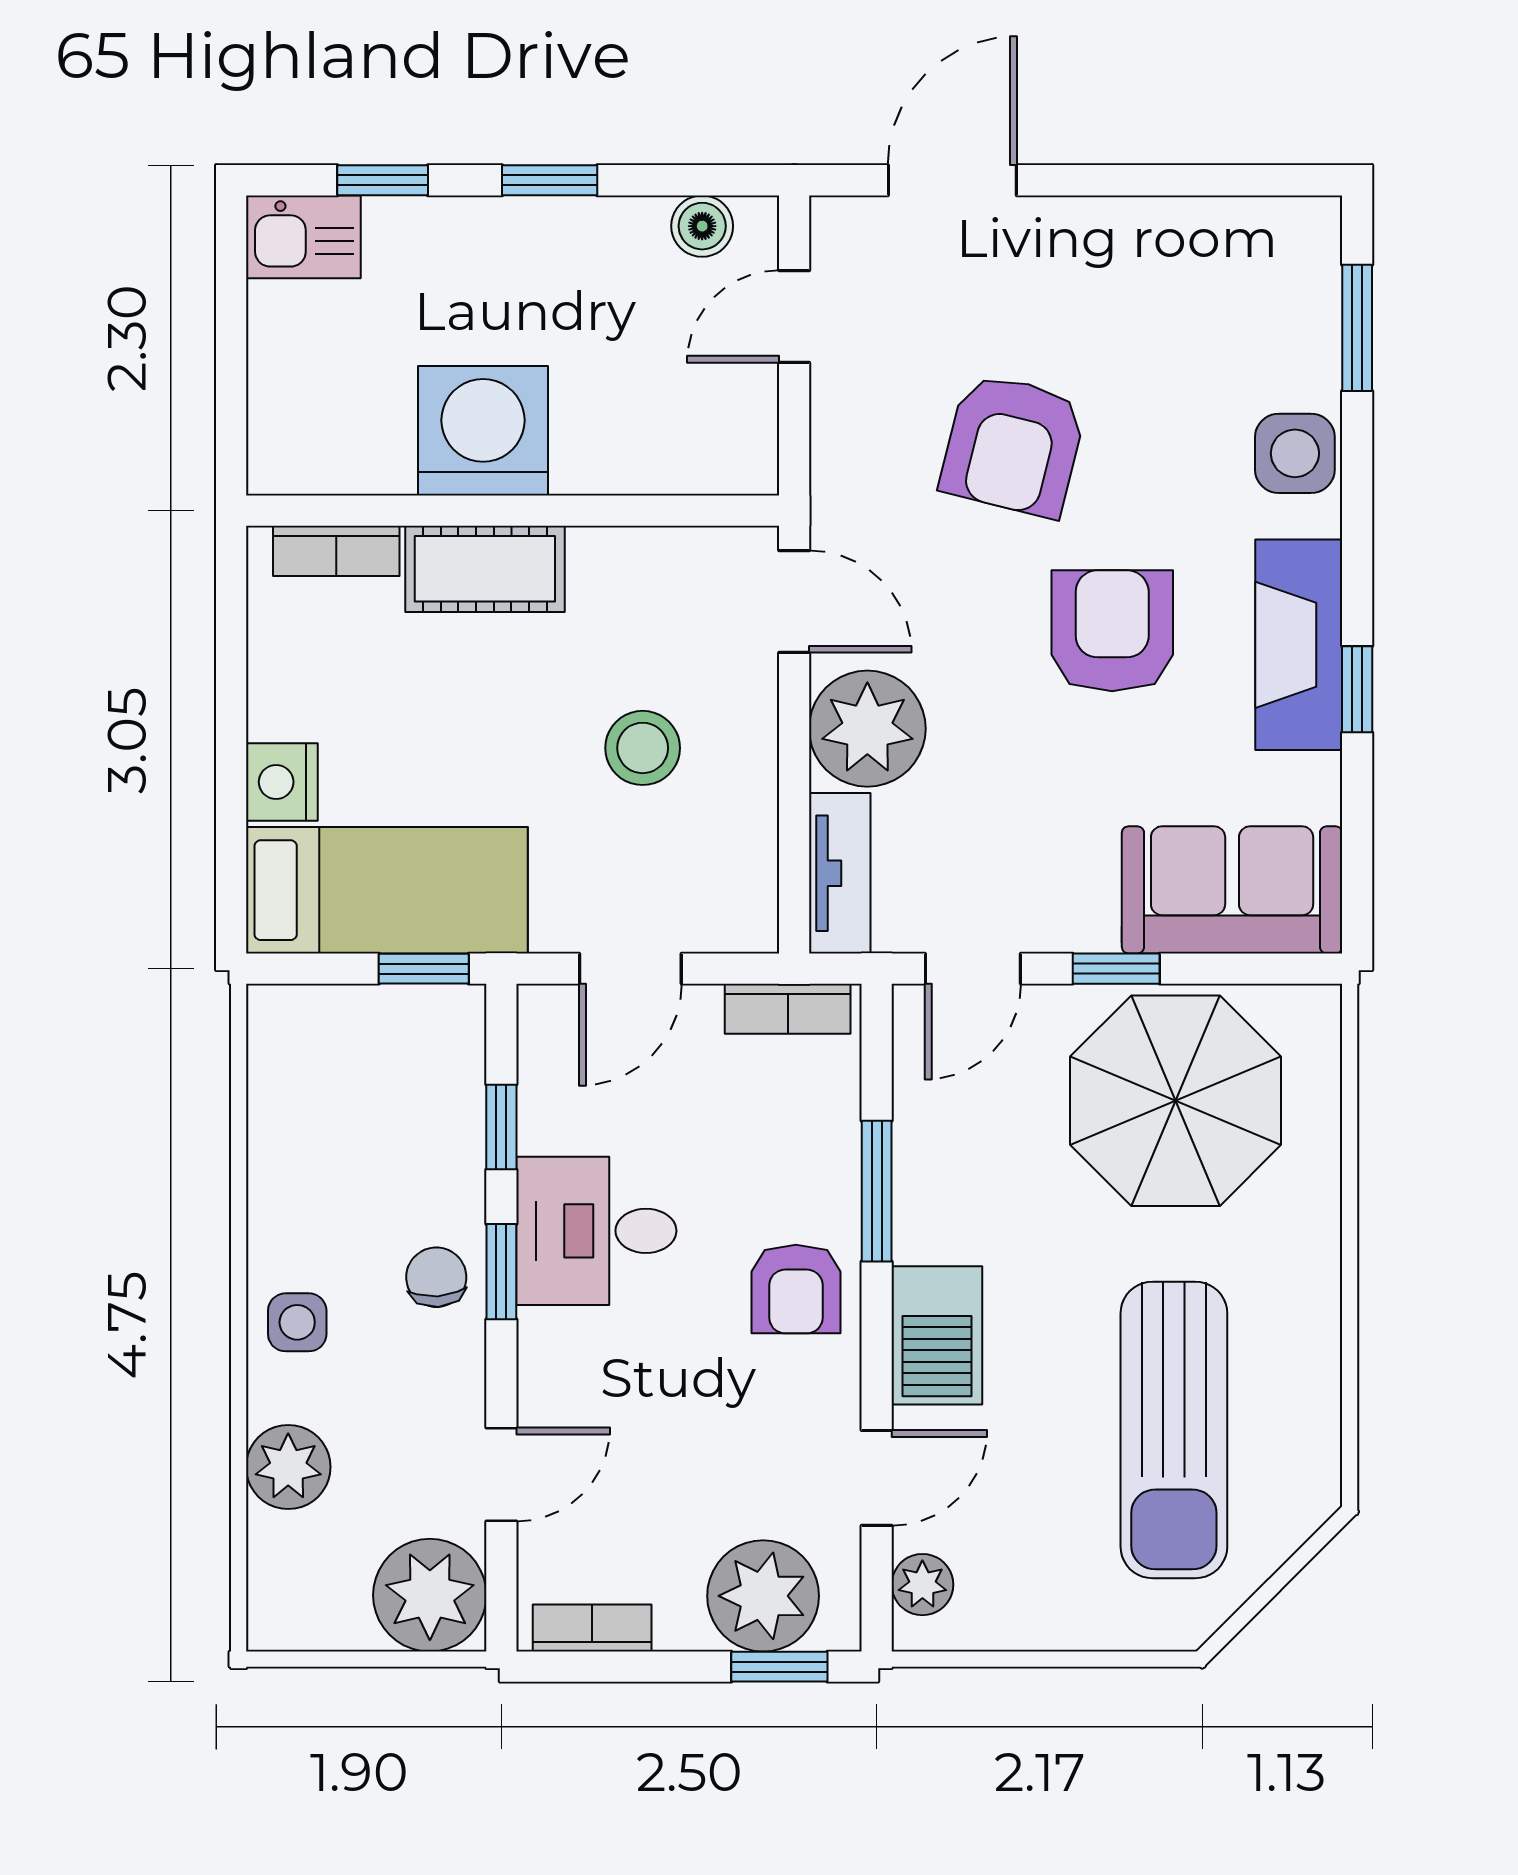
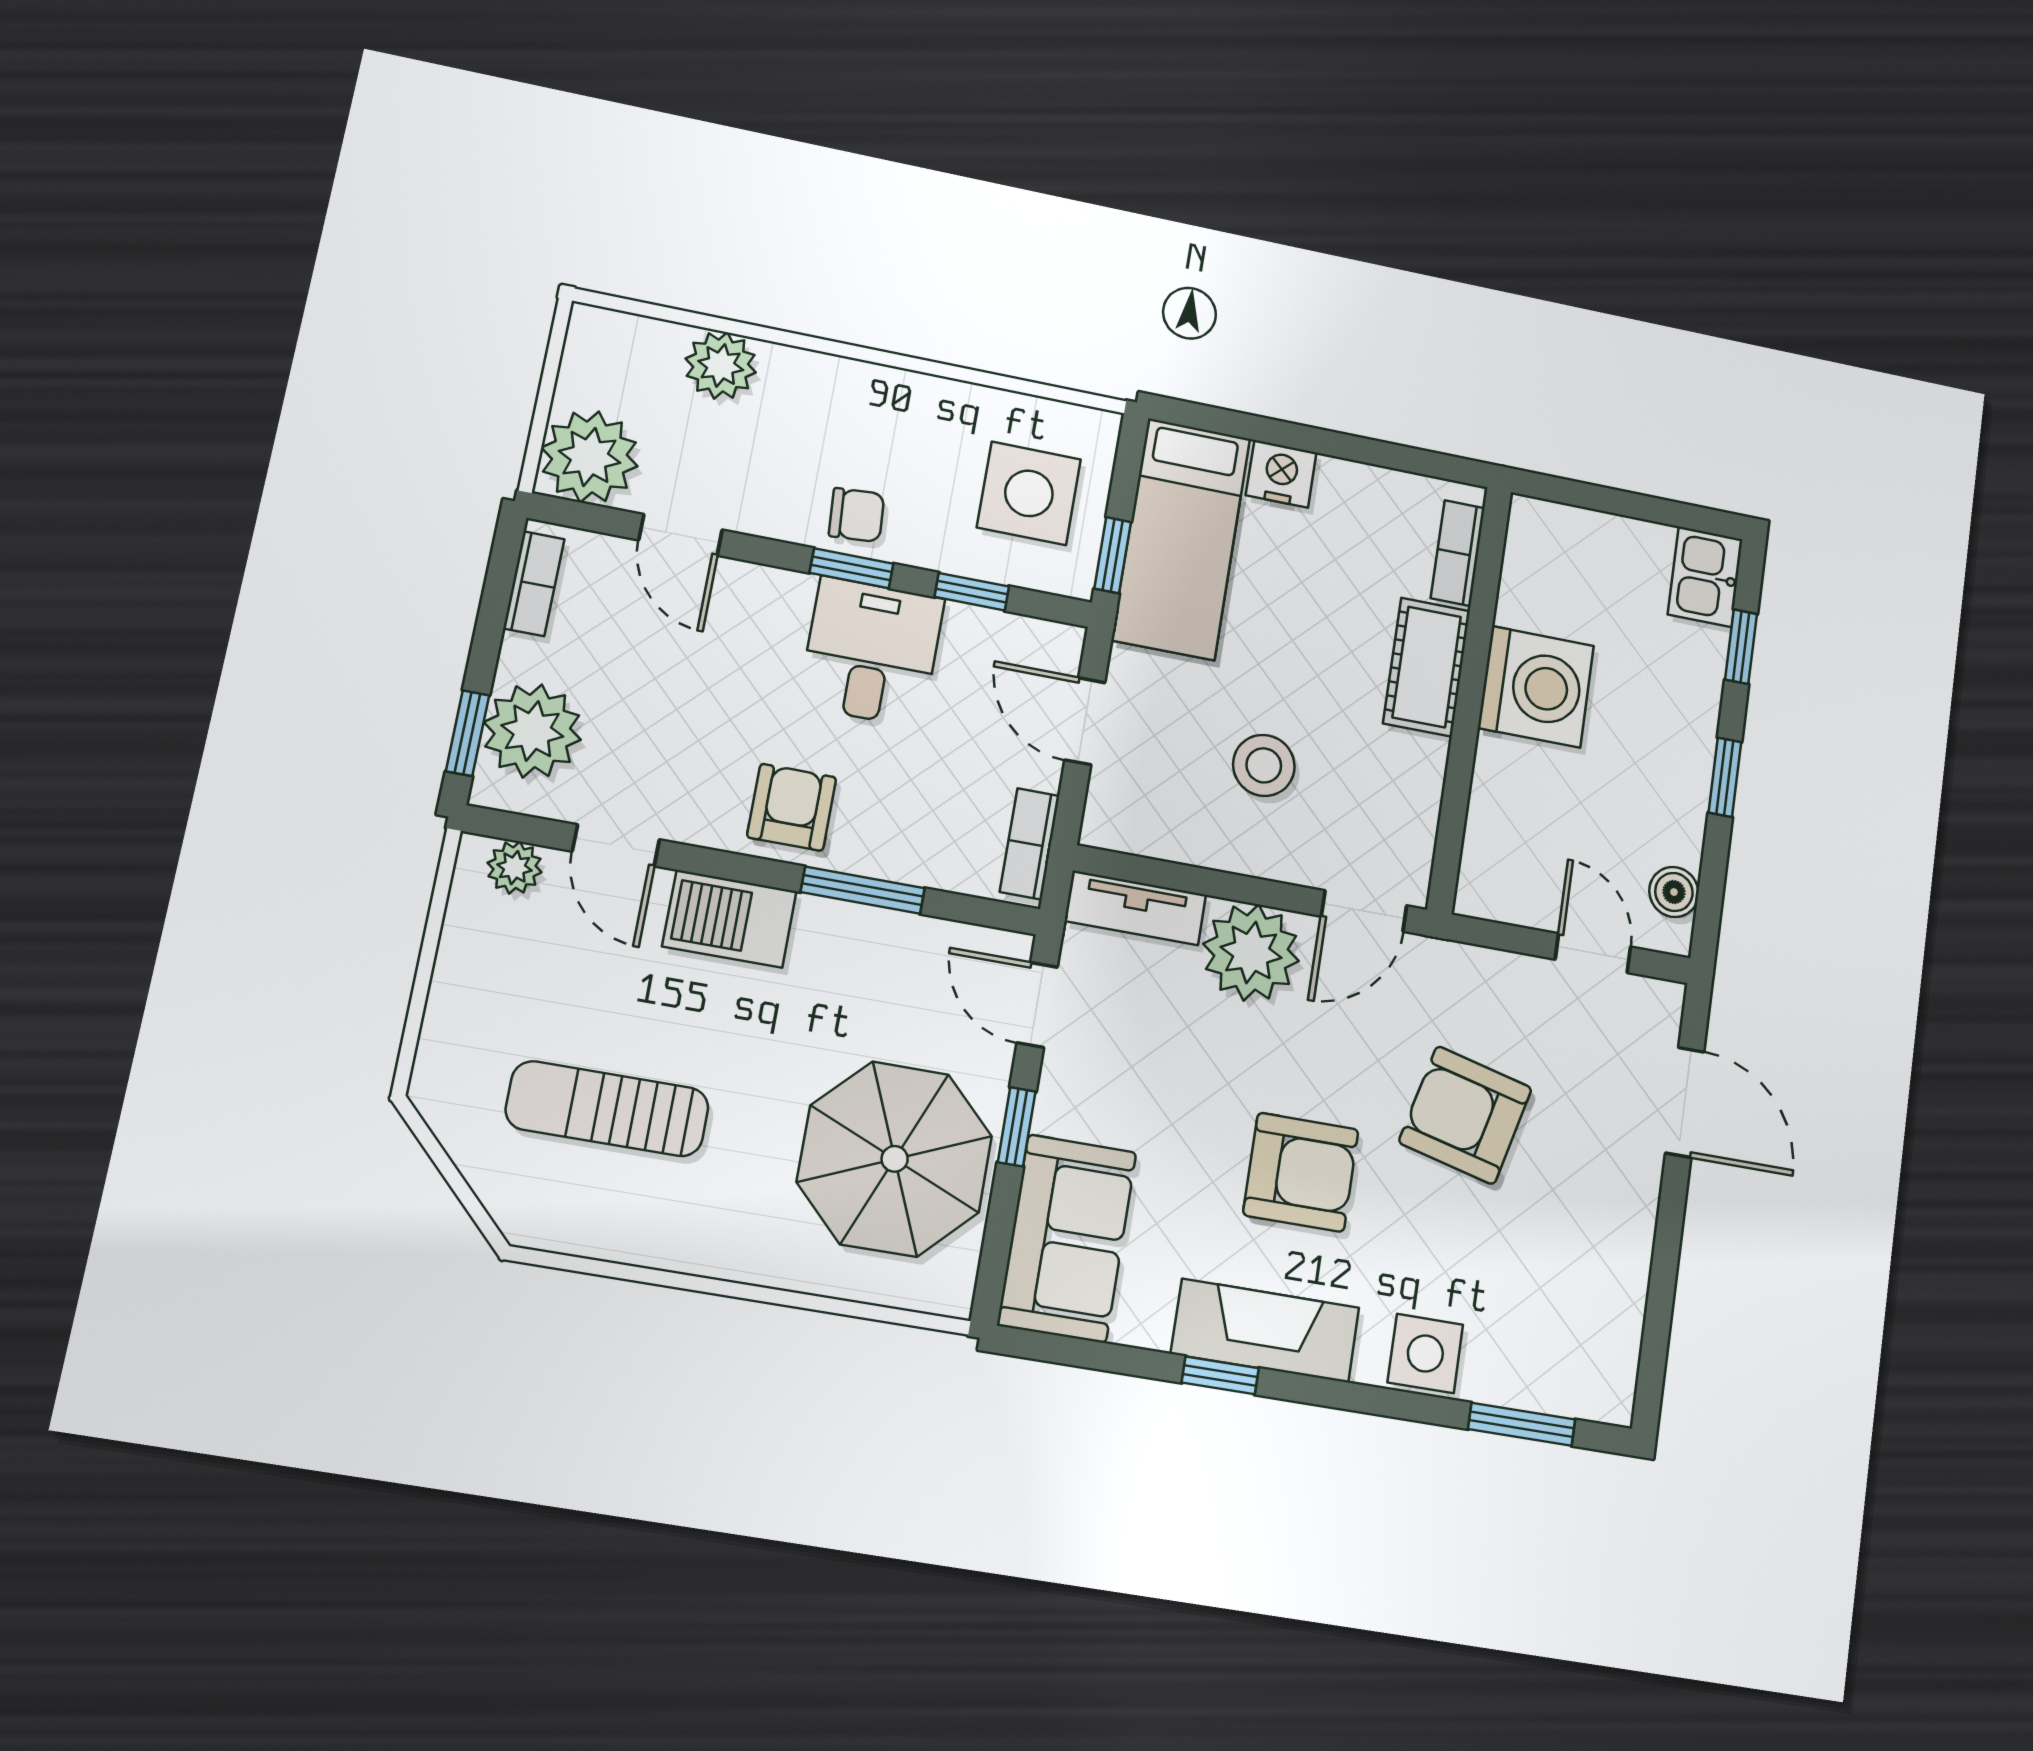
armchair: (796, 1289) -> (792, 807), turned 90
side table: (297, 1322) -> (1029, 493), moved, width x1.87, depth x1.87
sun lounger: (1174, 1430) -> (607, 1109), width x0.73, depth x0.75

